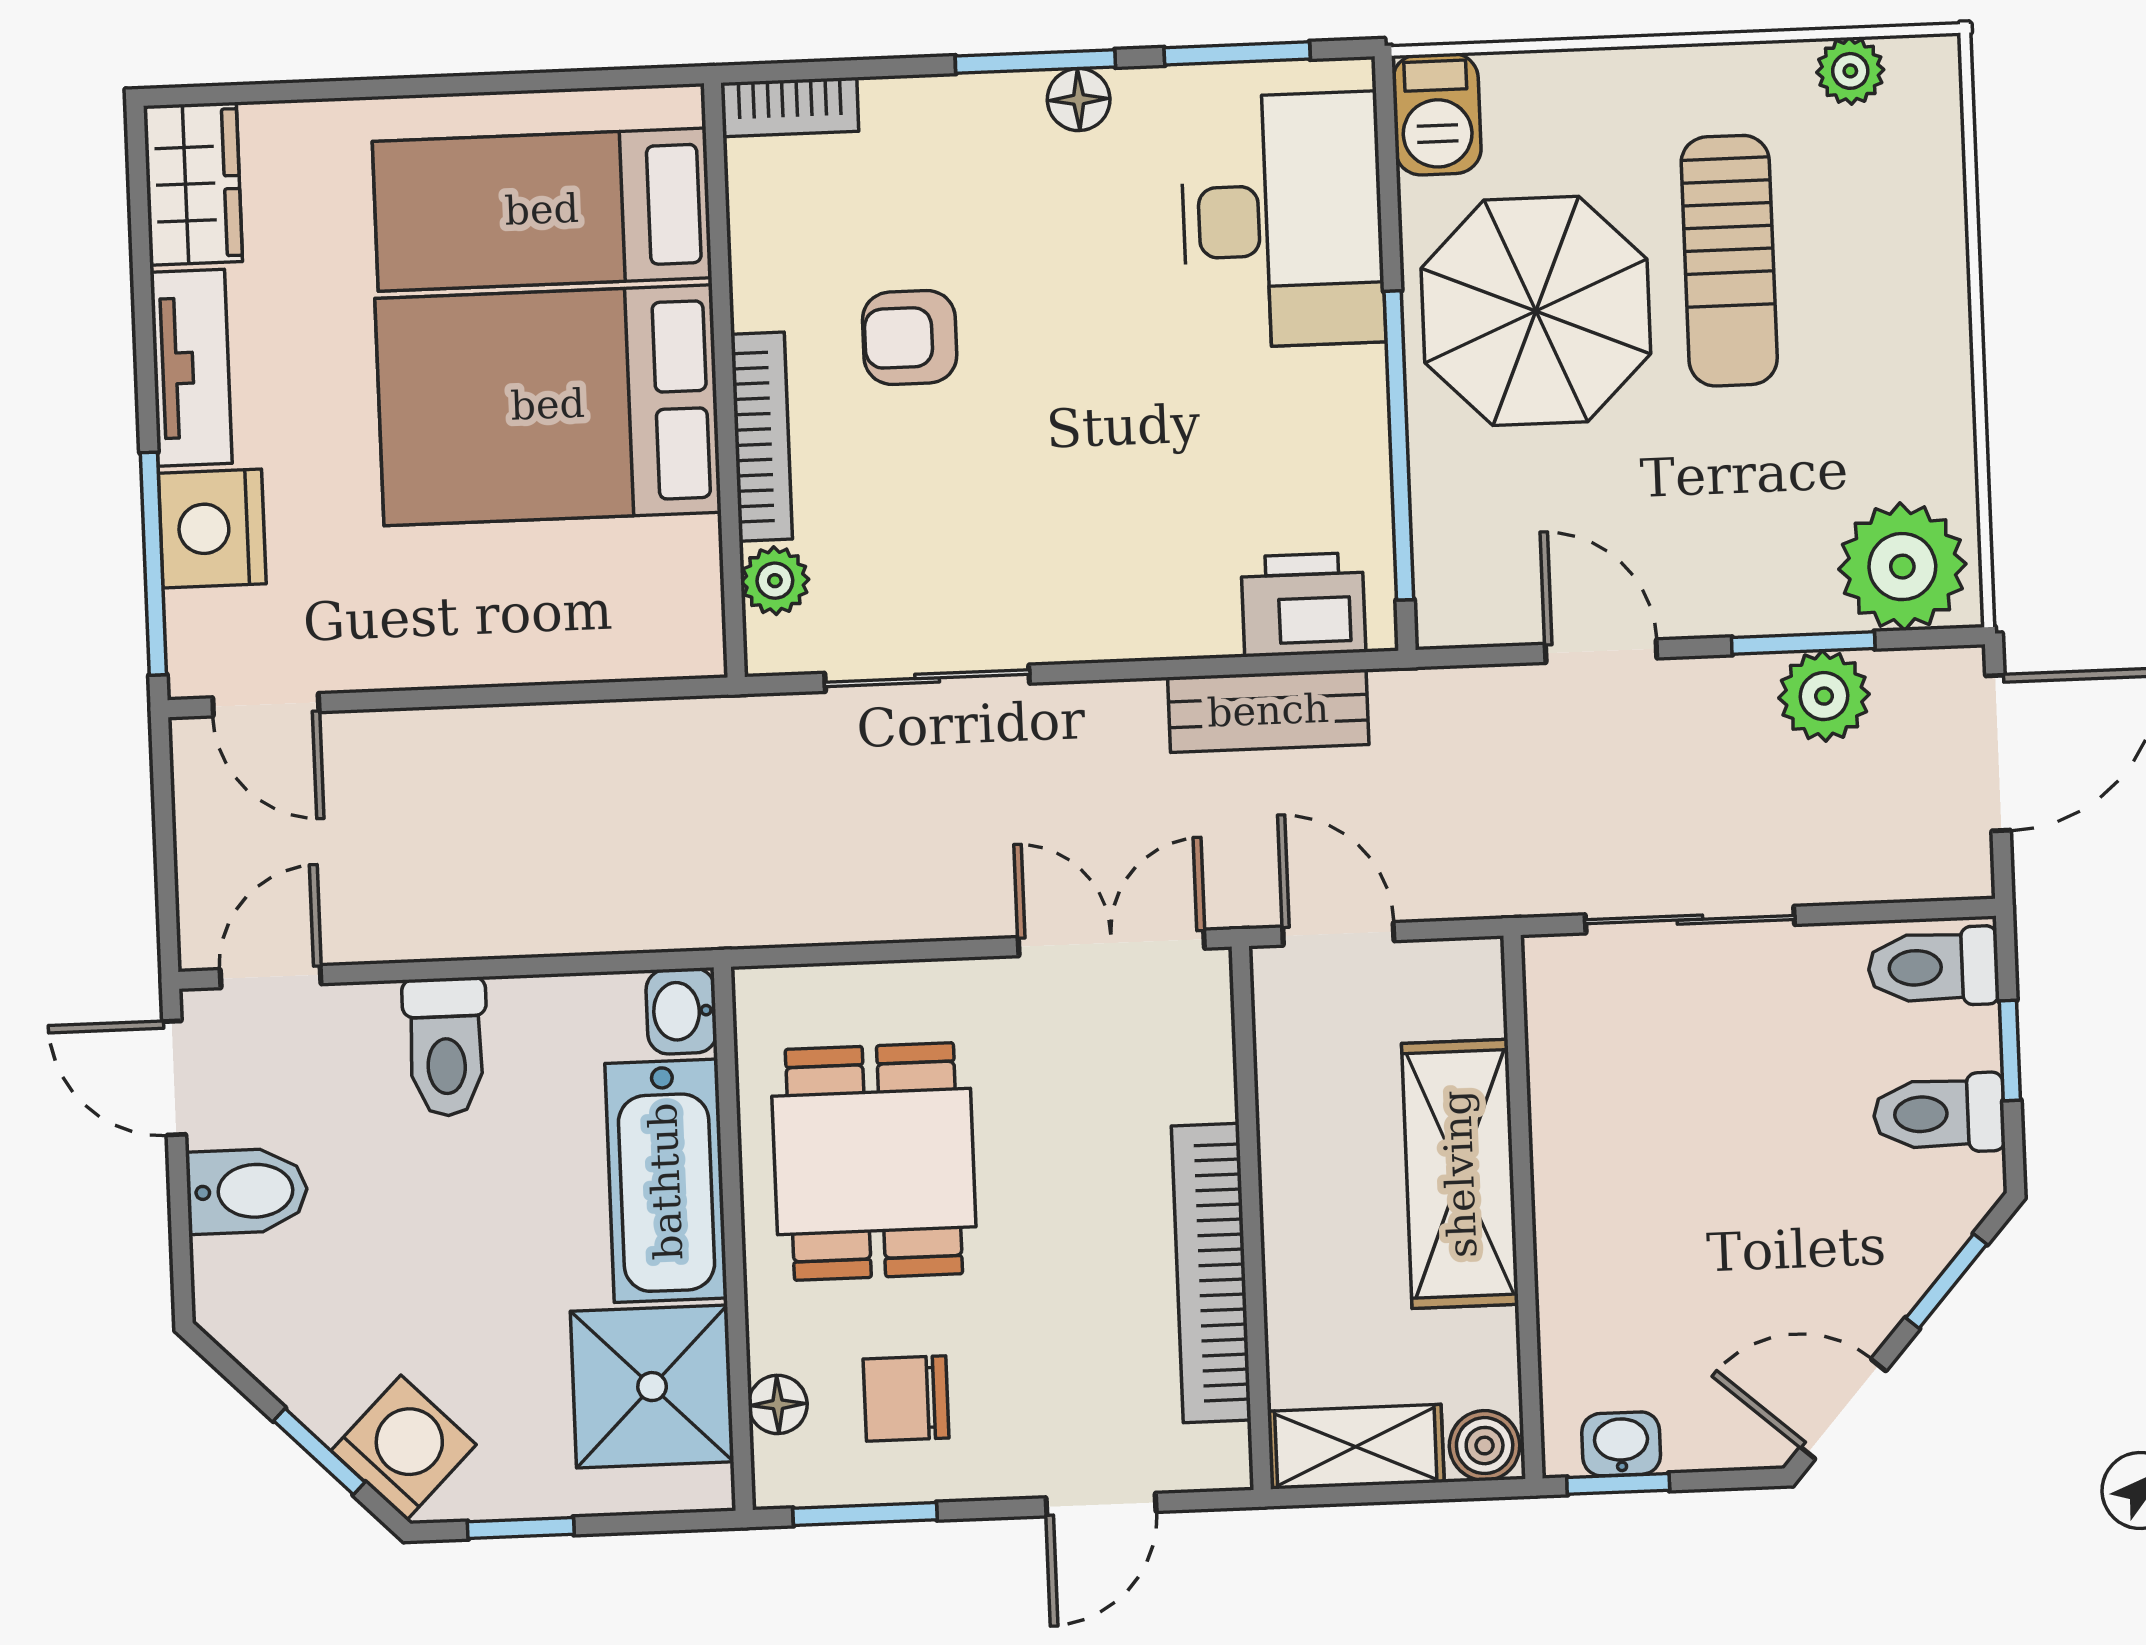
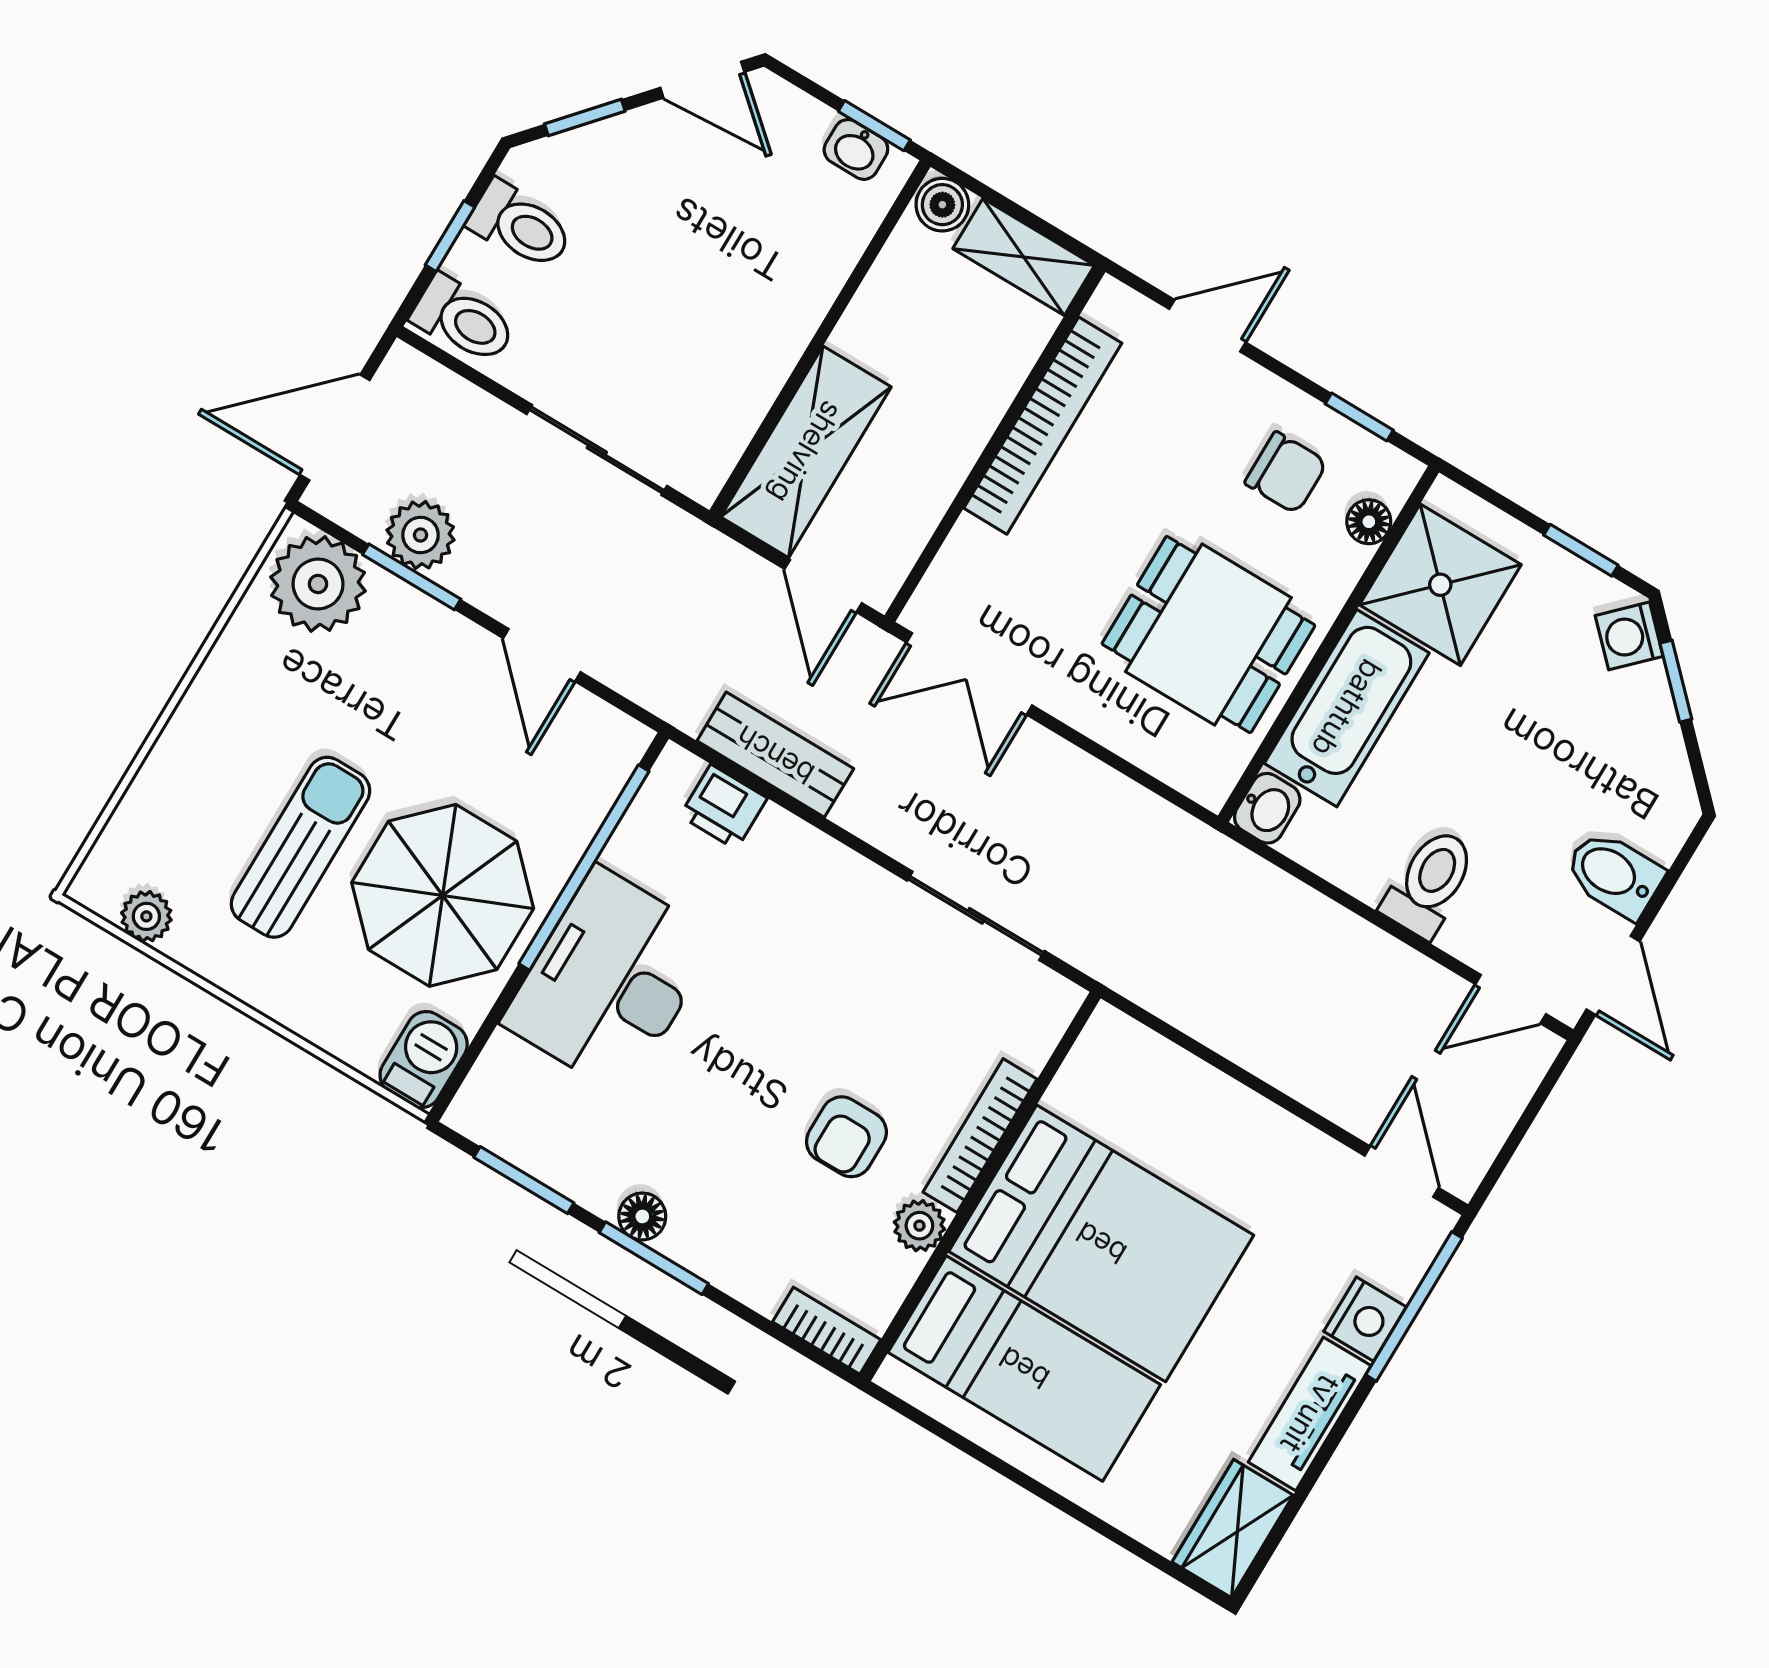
desk: (1282, 220) -> (610, 981), moved
armchair: (910, 338) -> (846, 1137), turned 90
nightstand: (212, 529) -> (1365, 1319), width x0.74, depth x0.75
plant: (775, 581) -> (919, 1226), moved
printer: (1303, 604) -> (724, 807), width x0.73, depth x0.81
dining table: (874, 1162) -> (1208, 635), turned 90
shelving: (1460, 1174) -> (806, 452), moved
washing machine: (404, 1448) -> (1629, 636), width x0.73, depth x0.73
window: (865, 1514) -> (1359, 417), width x0.67

